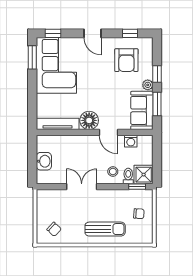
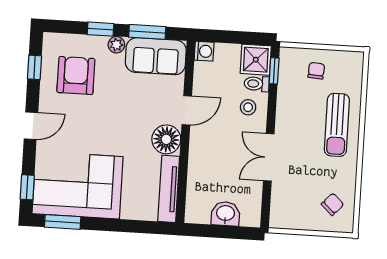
armchair: (126, 60) -> (76, 76), turned -90
washing machine: (131, 141) -> (204, 51), moved
sun lounger: (105, 229) -> (337, 125), turned 180

